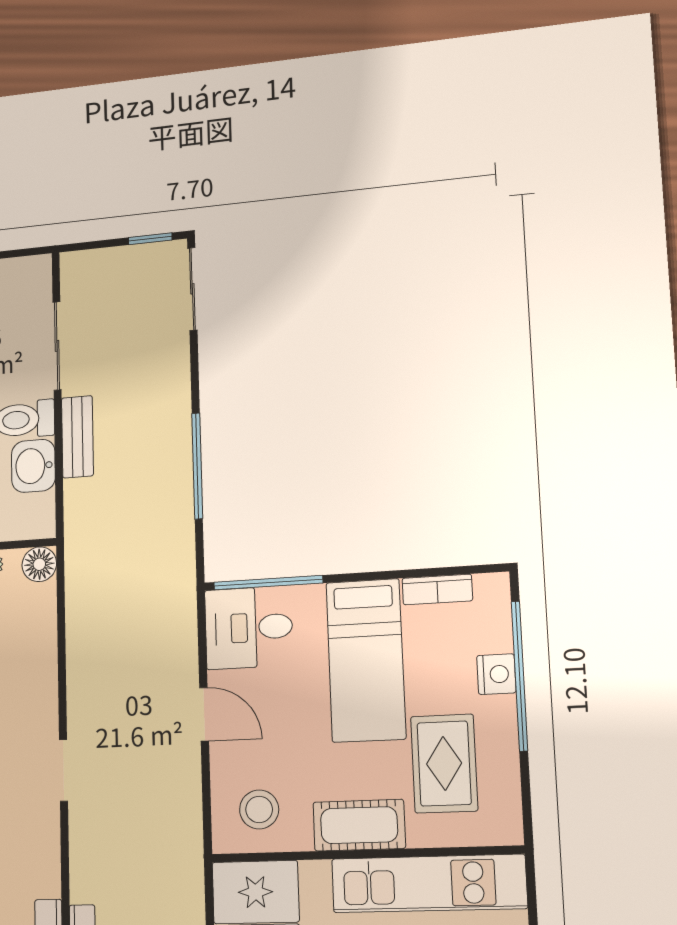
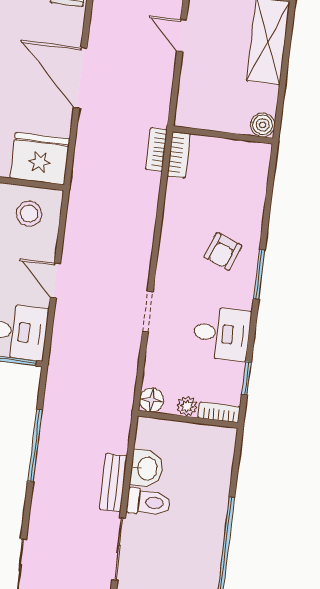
doorway: (63, 770) -> (148, 312), moved

